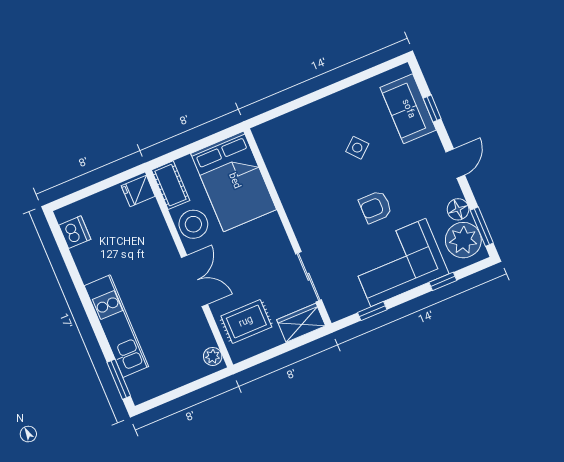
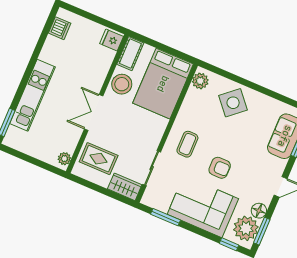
plant: (268, 141) -> (200, 81), added
side table: (357, 148) -> (233, 103), moved, width x1.87, depth x1.87
armchair: (375, 207) -> (220, 168), turned 180
coffee table: (320, 216) -> (187, 144), added
double door: (194, 281) -> (94, 112), swing flipped
window: (443, 281) -> (229, 244), moved
window: (372, 311) -> (165, 217), width x1.50

